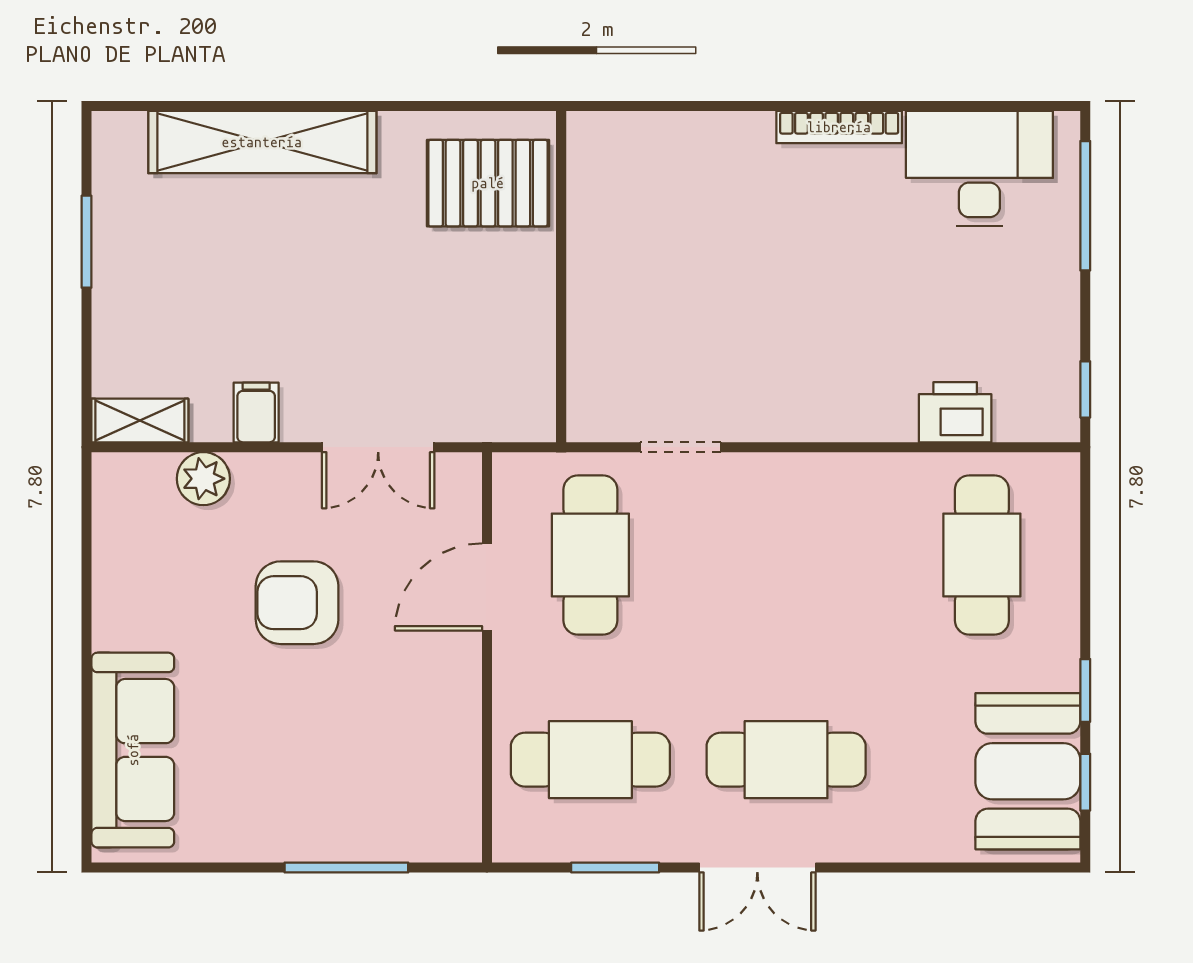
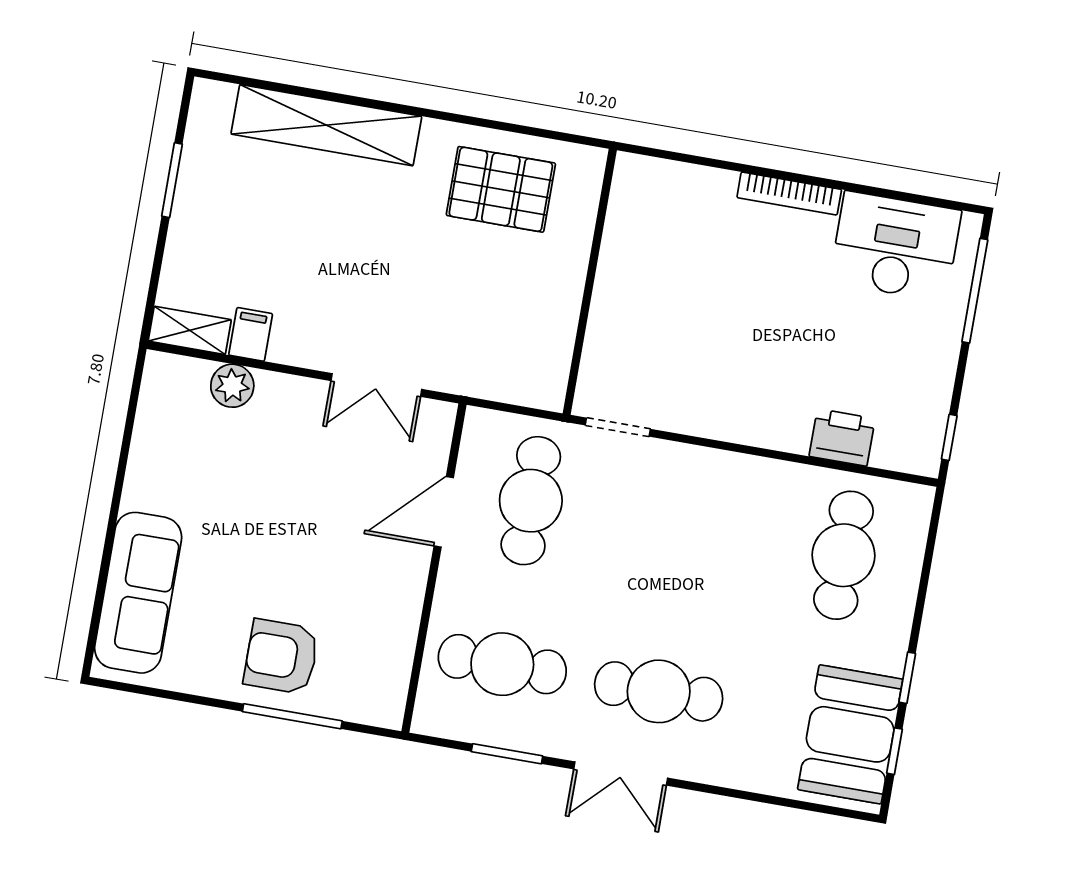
wall: (561, 277) -> (590, 282), moved
filing cabinet: (256, 412) -> (251, 334), moved
armchair: (297, 603) -> (281, 657), moved

